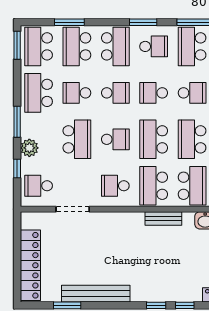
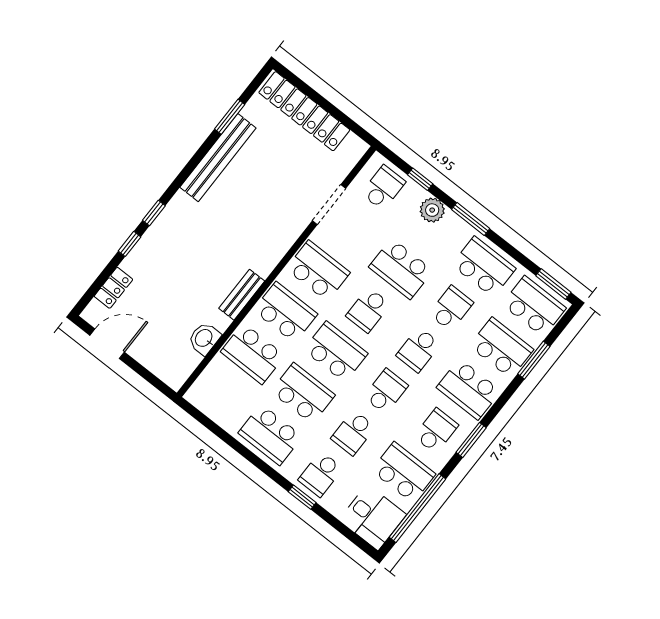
school desk: (154, 46) -> (436, 431), turned 180
school desk: (115, 186) -> (318, 271), width x1.85

